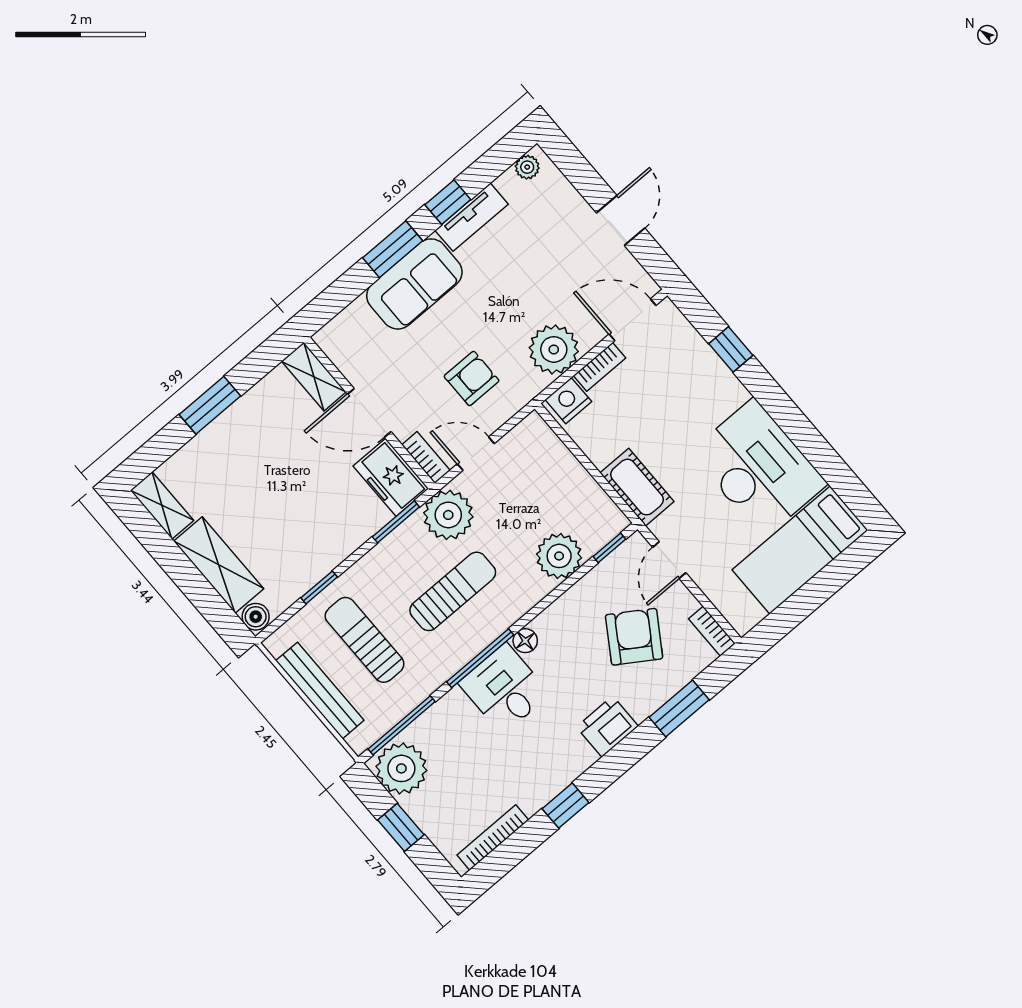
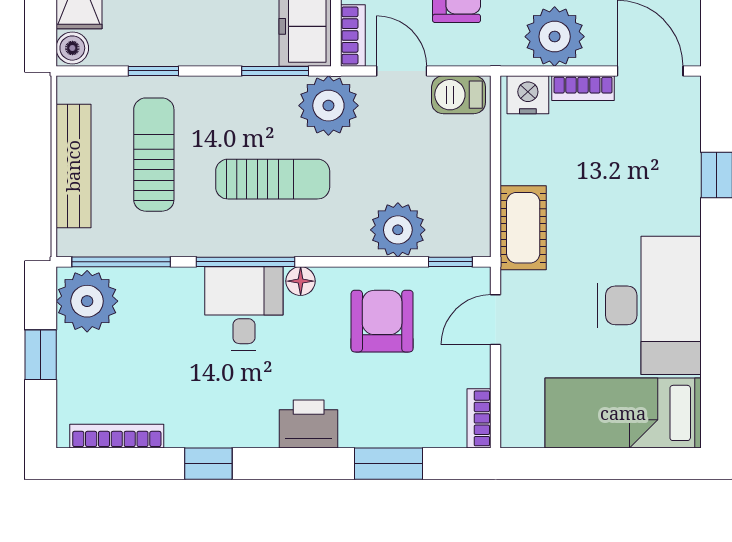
barbecue: (525, 438) -> (459, 95), added
armchair: (634, 637) -> (382, 321), moved, turned -33

